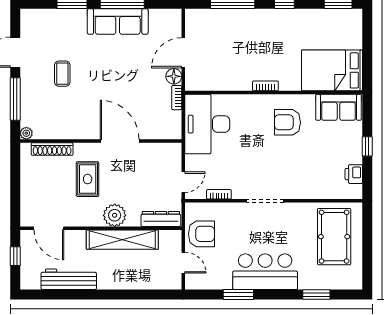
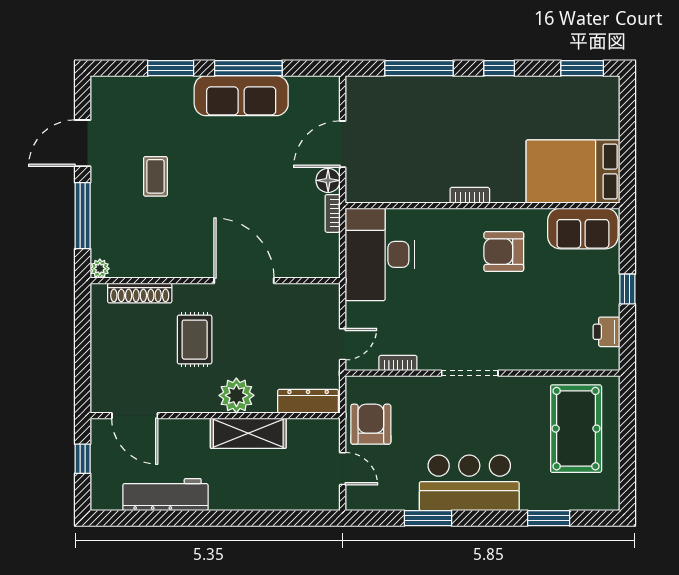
armchair: (201, 234) -> (371, 424), turned -90
shelving: (122, 240) -> (248, 433), width x0.68

